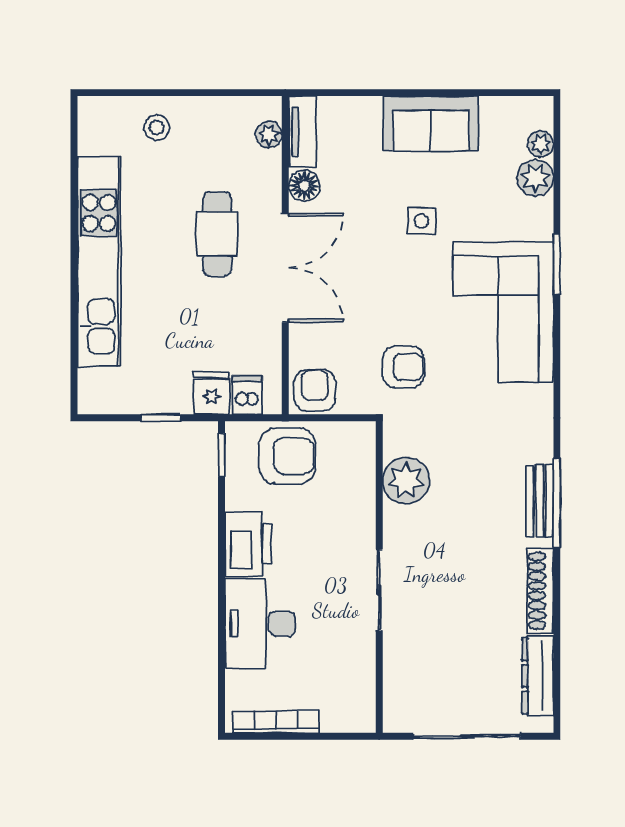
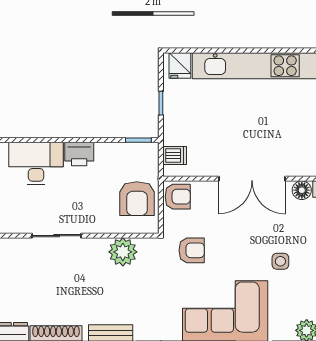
cafe table: (217, 234) -> (272, 137), removed
armchair: (403, 367) -> (192, 250), turned -90
fridge: (212, 393) -> (180, 65), moved, turned 90
armchair: (287, 456) -> (137, 199), moved
printer: (248, 544) -> (79, 154), width x0.73, depth x0.84

